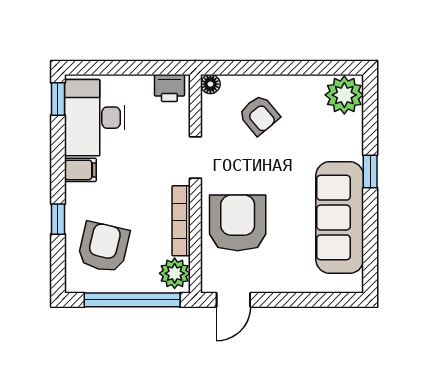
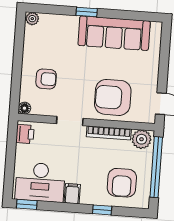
plant: (344, 95) -> (32, 19), width x0.53, depth x0.53
armchair: (259, 115) -> (46, 79), turned 40
armchair: (103, 247) -> (122, 183), turned -103

